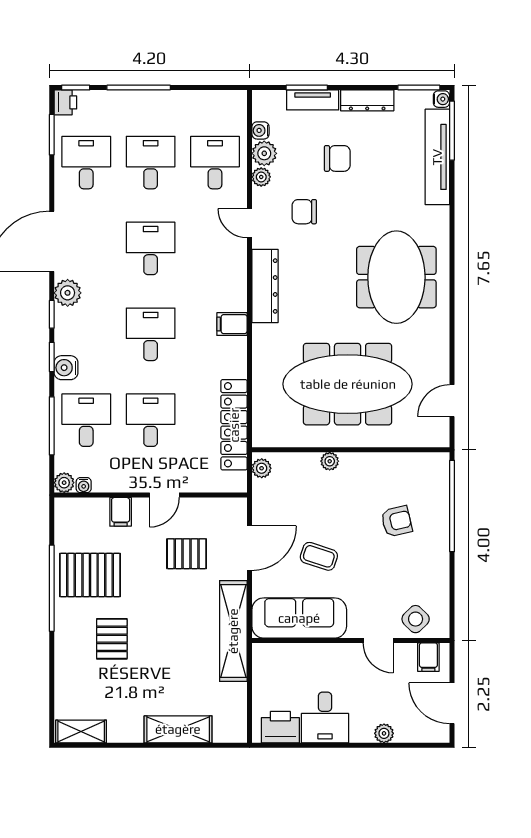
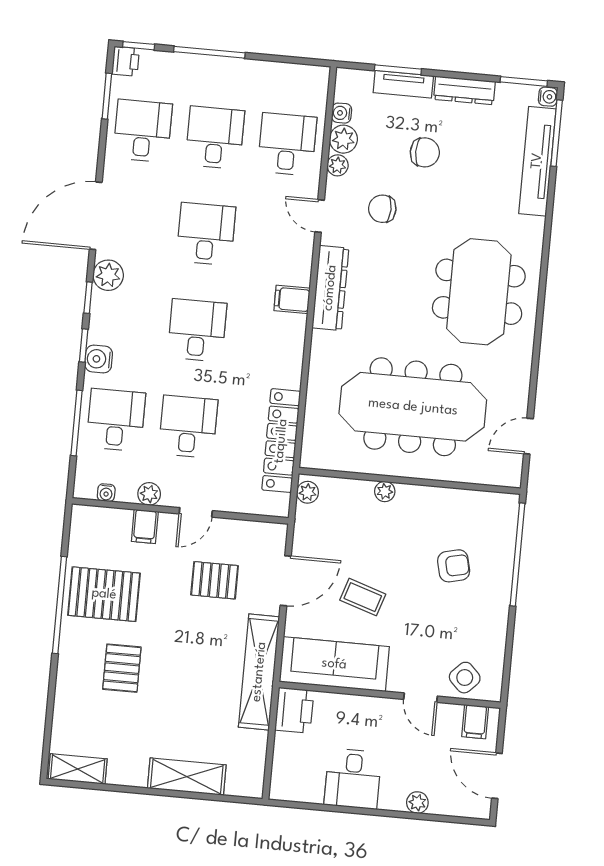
filing cabinet: (232, 324) -> (292, 299), moved
plant: (64, 483) -> (149, 494), moved
printer: (280, 727) -> (294, 710), moved, turned 90

